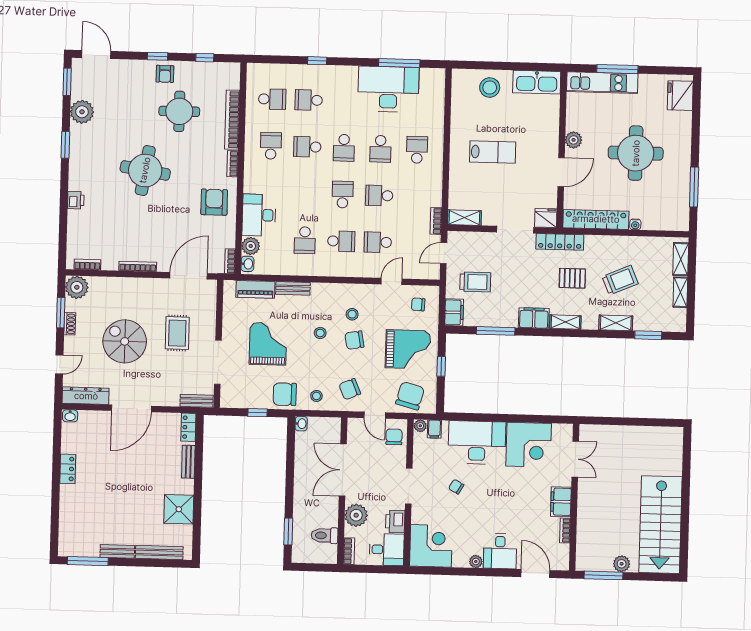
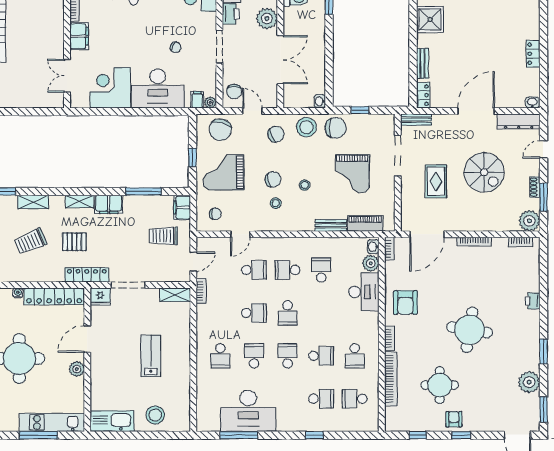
lab bench: (493, 152) -> (151, 356), turned 90
stool: (316, 396) -> (306, 127), width x1.89, depth x1.89

